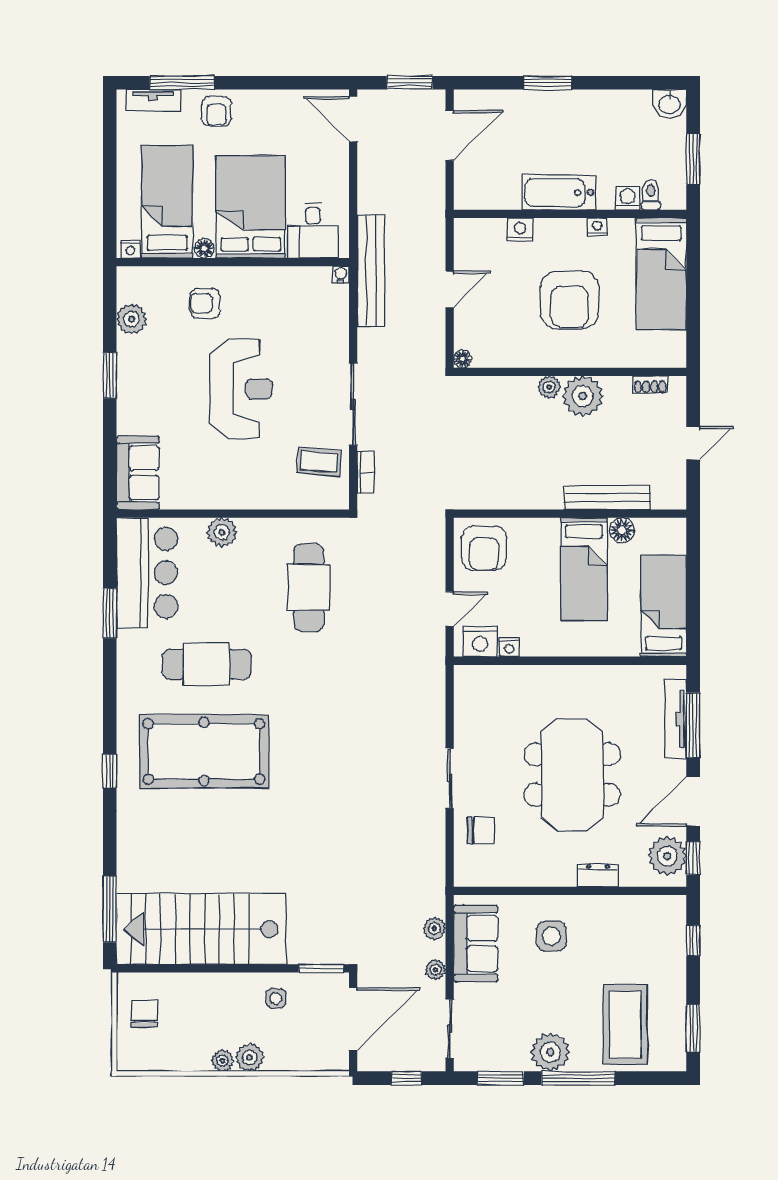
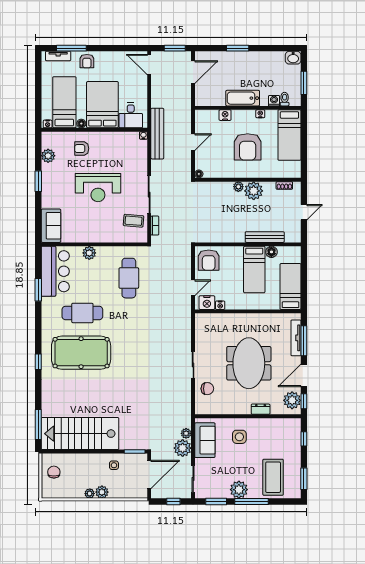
reception desk: (241, 389) -> (98, 188), turned 90
plant: (435, 970) -> (183, 448), width x1.87, depth x1.87

